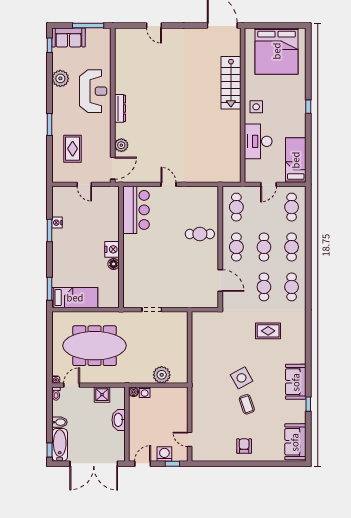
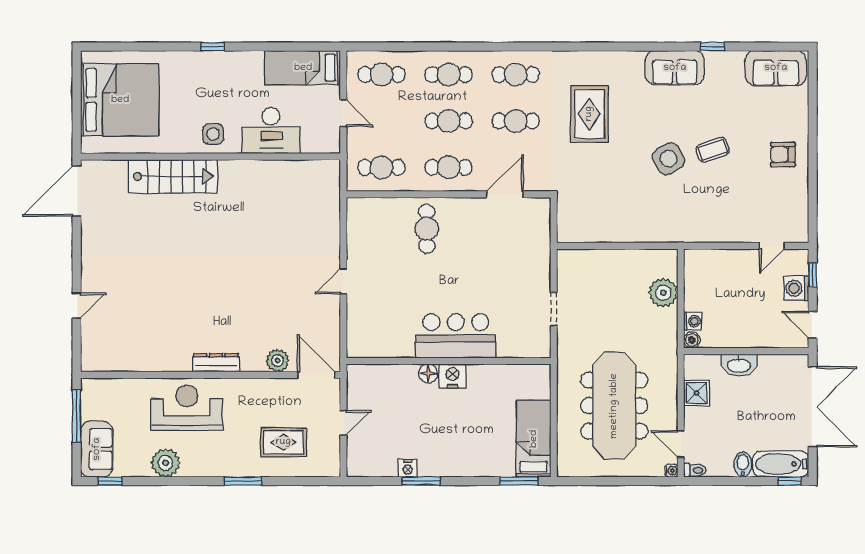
bar counter: (136, 210) -> (456, 336), moved
floor lamp: (114, 264) -> (428, 373), moved
rug: (268, 331) -> (589, 114), width x1.36, depth x1.43

